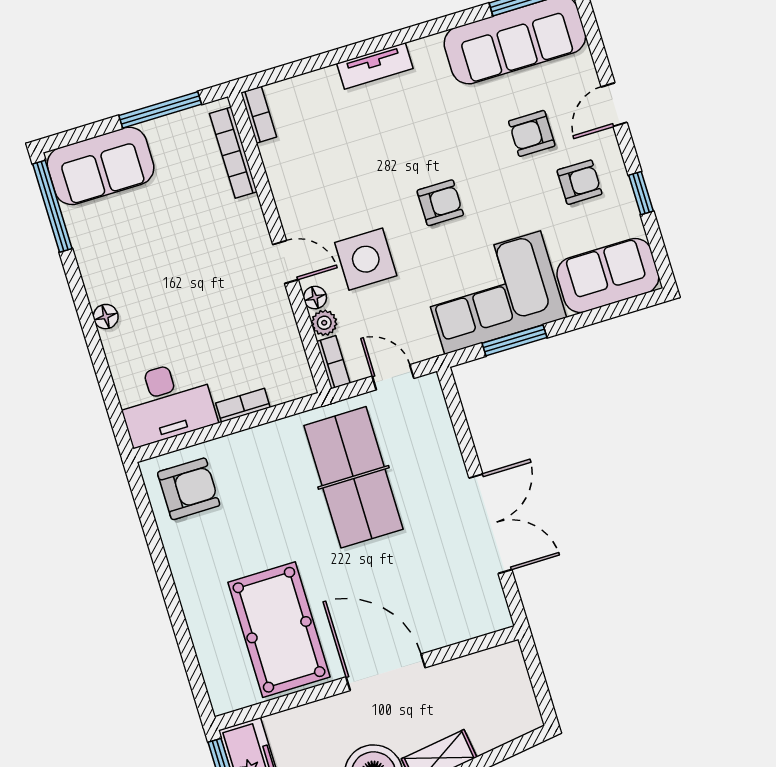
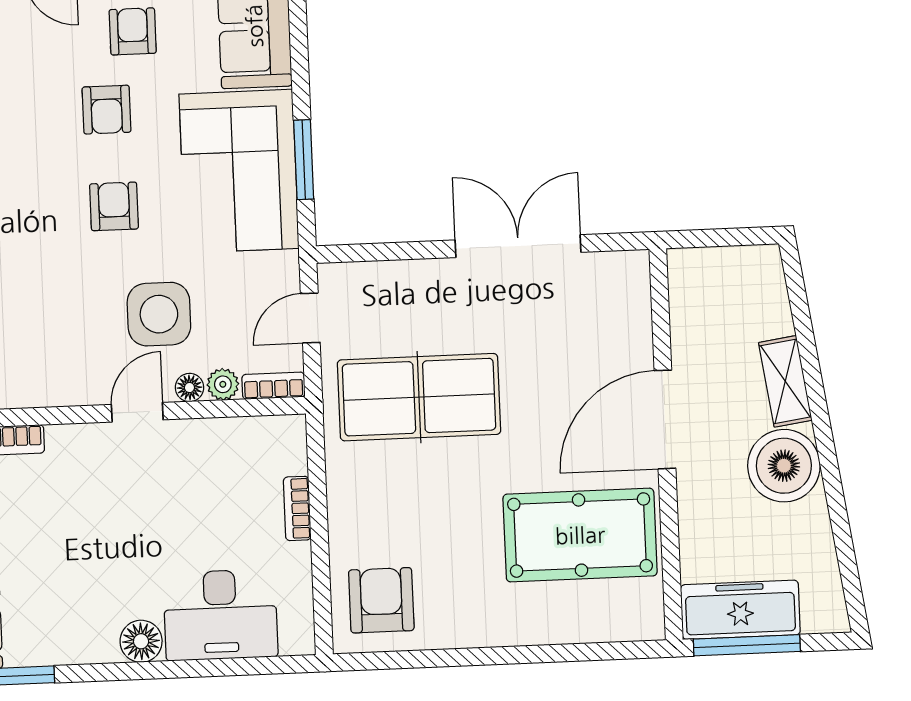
armchair: (532, 133) -> (107, 110), moved
floor lamp: (106, 317) -> (141, 641), width x1.37, depth x1.37
desk: (166, 402) -> (220, 615), moved, turned 90

